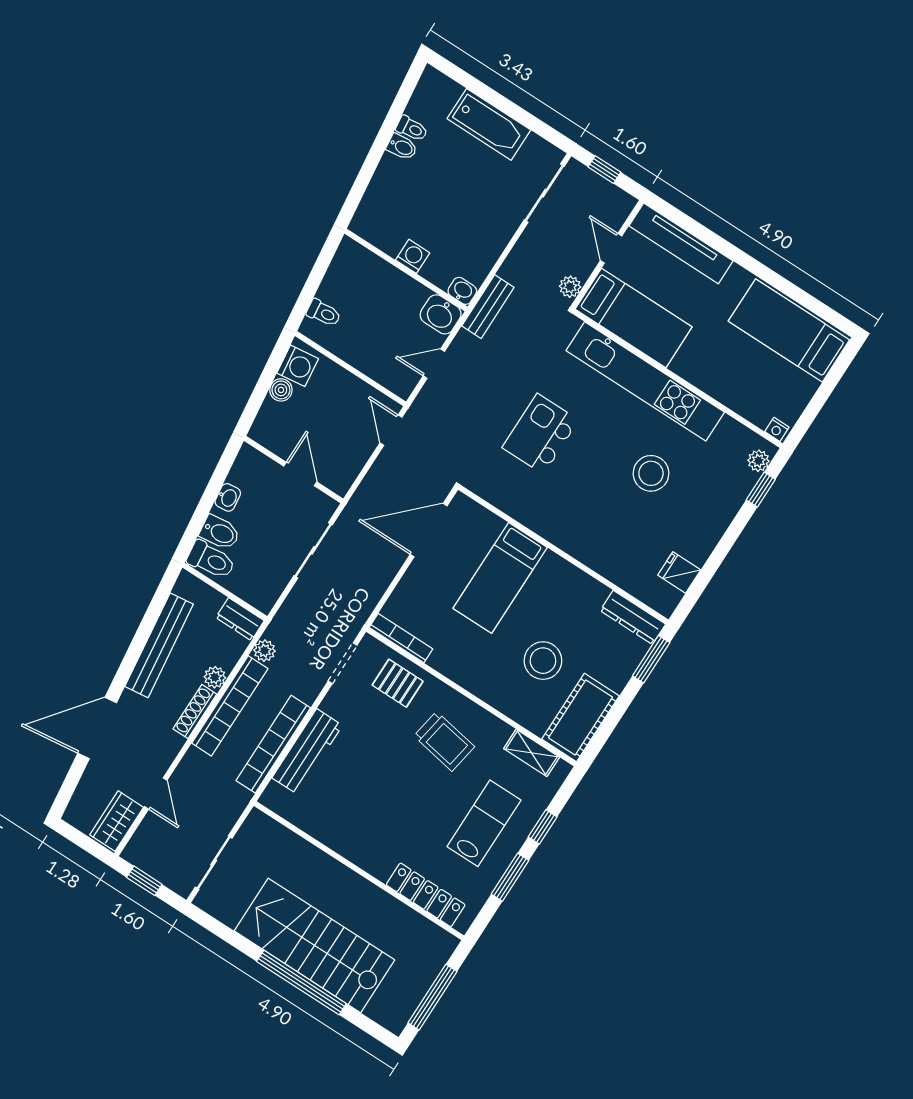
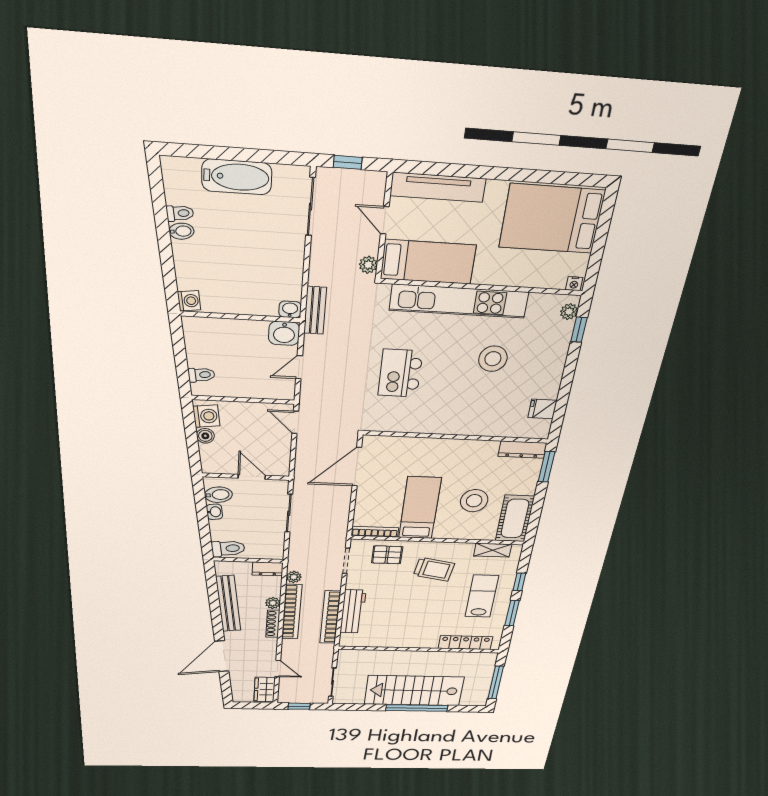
washing machine: (413, 256) -> (189, 301), moved, turned 83
bed: (789, 330) -> (552, 219), width x1.50
bidet: (220, 532) -> (218, 495), moved
bed: (500, 578) -> (420, 508), moved, turned 180

